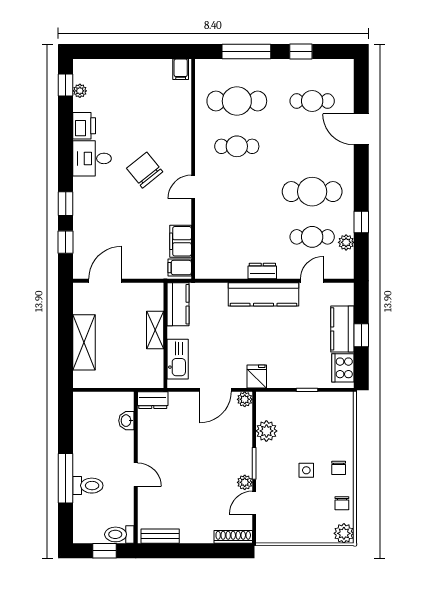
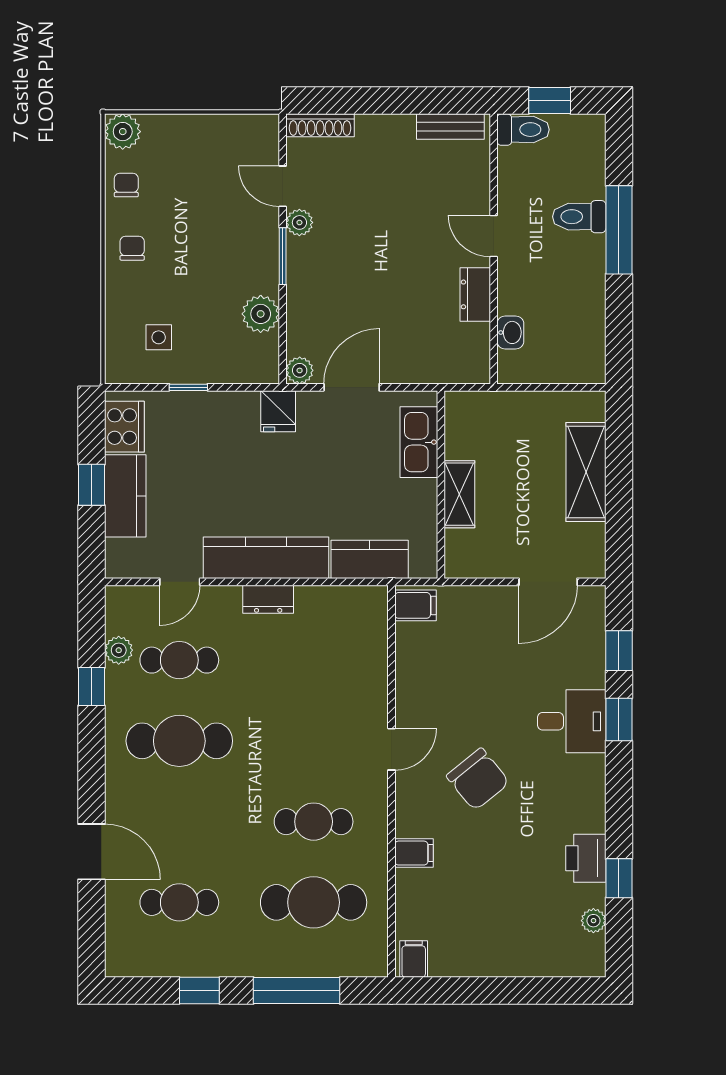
window: (66, 85) -> (619, 878), moved
desk: (92, 158) -> (572, 721), moved
filing cabinet: (181, 241) -> (414, 853), moved, width x0.50
kitchen counter: (178, 304) -> (370, 559), moved, turned 90
dresser: (153, 400) -> (475, 294), moved, turned -90
side table: (306, 470) -> (159, 337), moved
door: (254, 503) -> (283, 186), swing flipped

